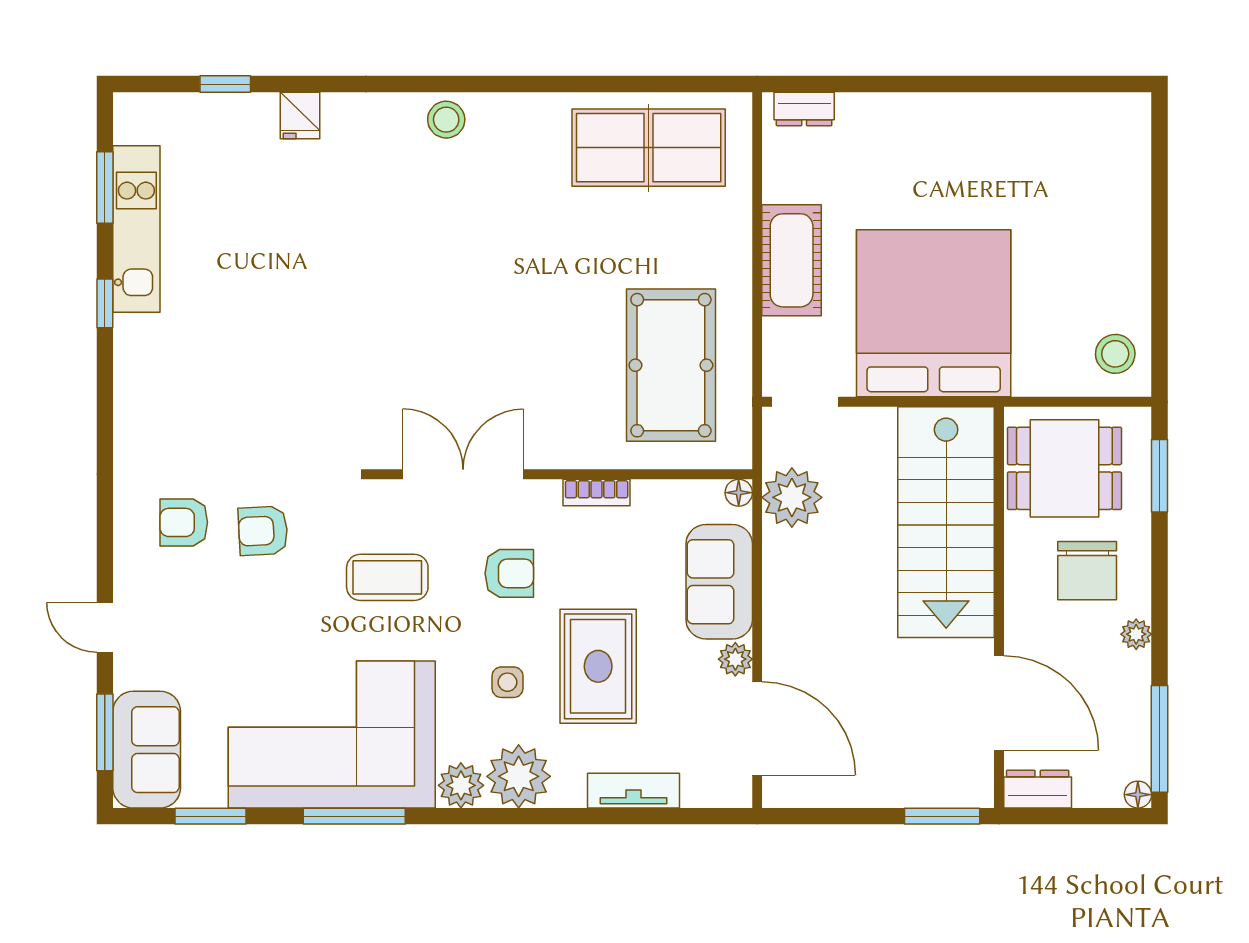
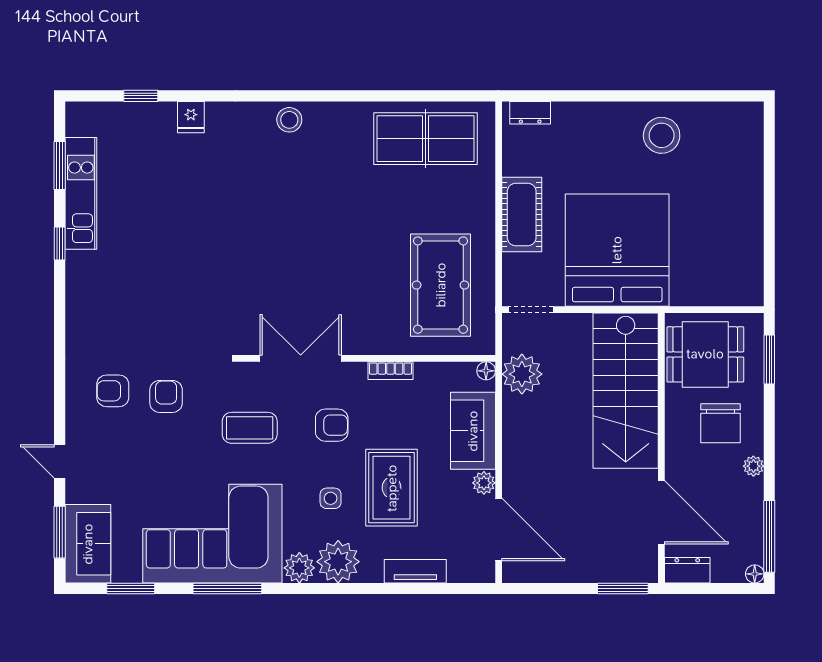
stool: (1115, 354) -> (662, 135), moved, width x1.38, depth x1.38
armchair: (263, 531) -> (166, 396), turned 93

